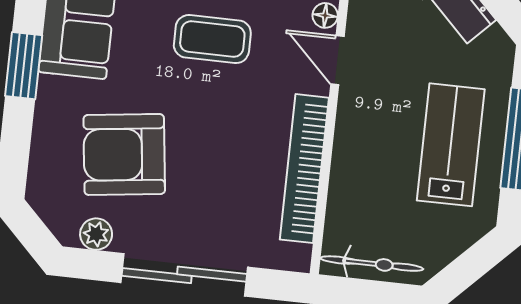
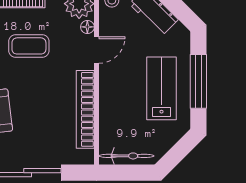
door: (337, 60) -> (96, 50), swing flipped

